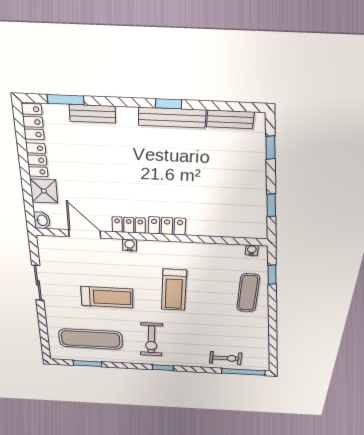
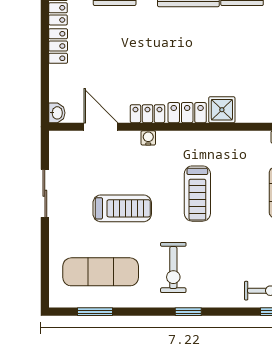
shower: (44, 191) -> (222, 110), moved

